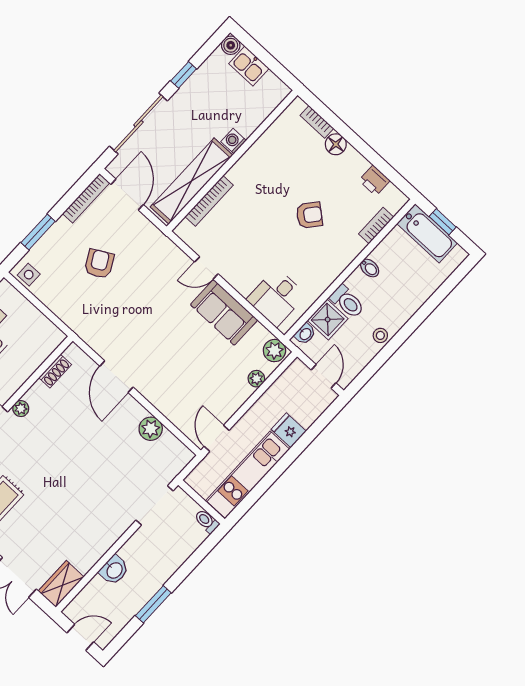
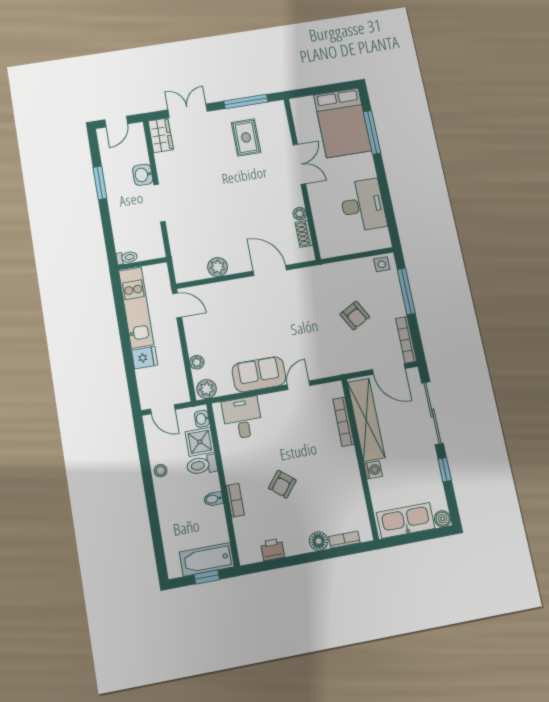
kitchen sink: (249, 66) -> (406, 520), width x1.88, depth x1.24
bookcase: (376, 226) -> (235, 500), moved
window: (38, 232) -> (406, 291), width x1.44
plant: (21, 409) -> (300, 214), moved
doorway: (155, 505) -> (159, 203), moved

